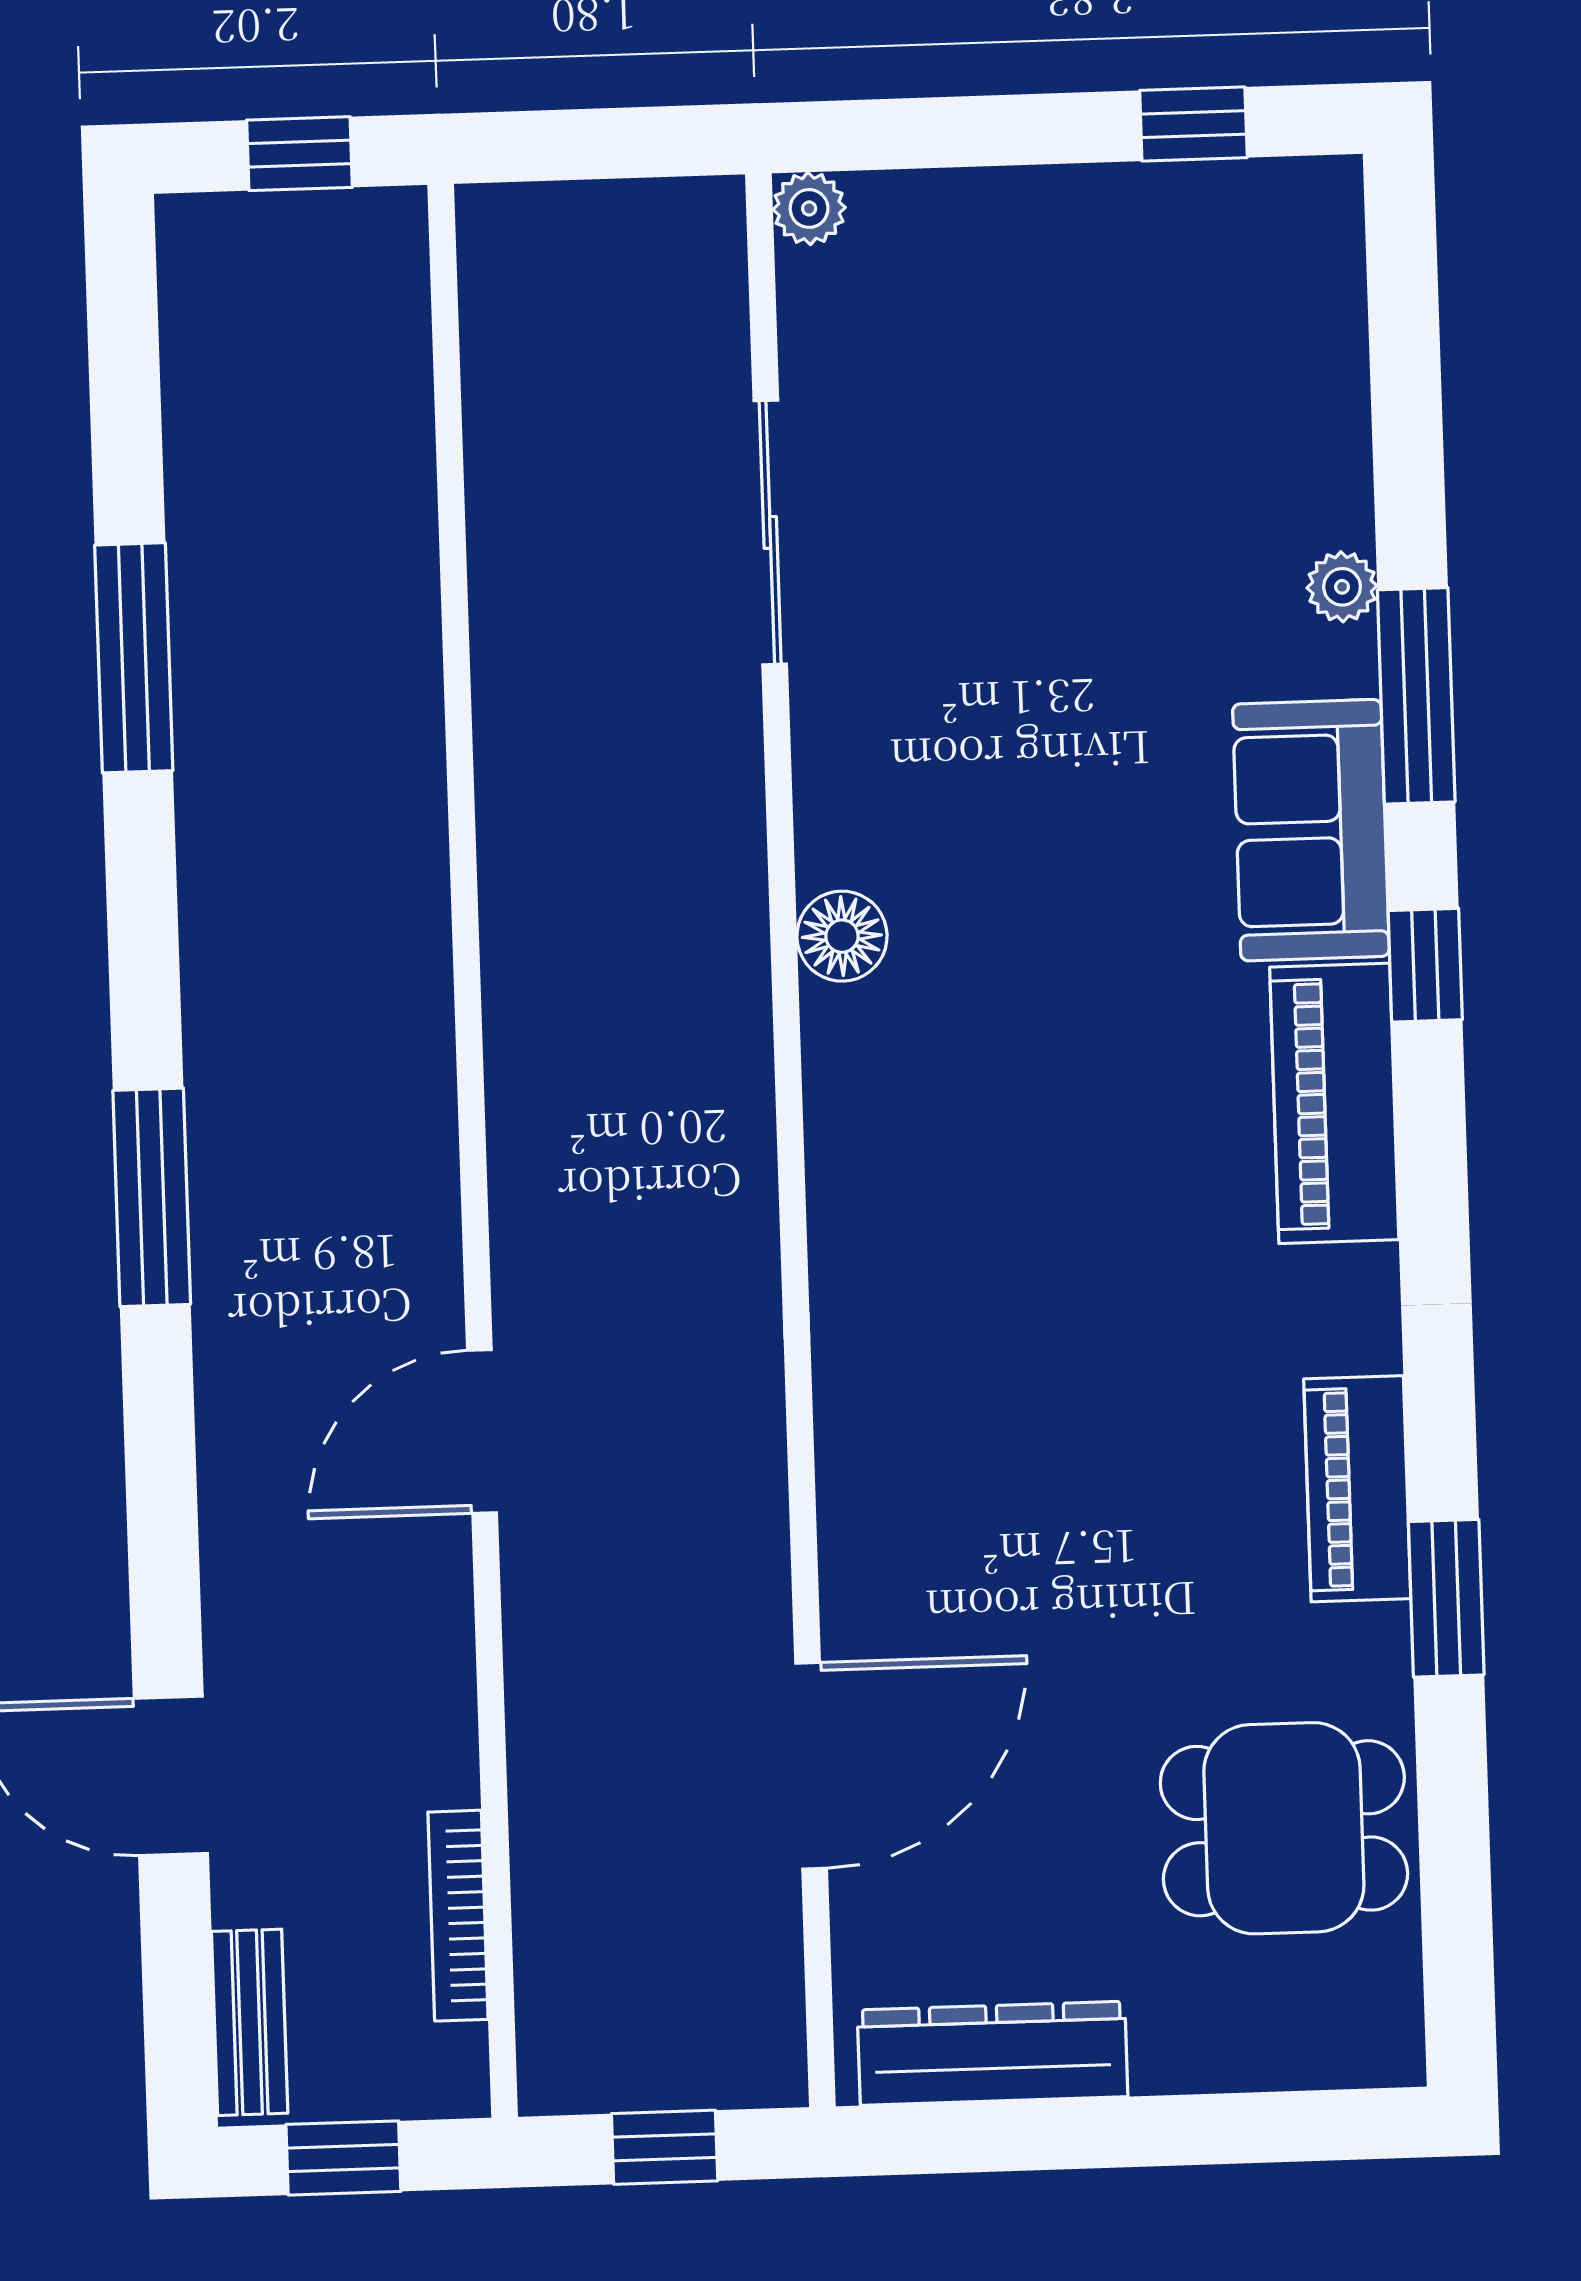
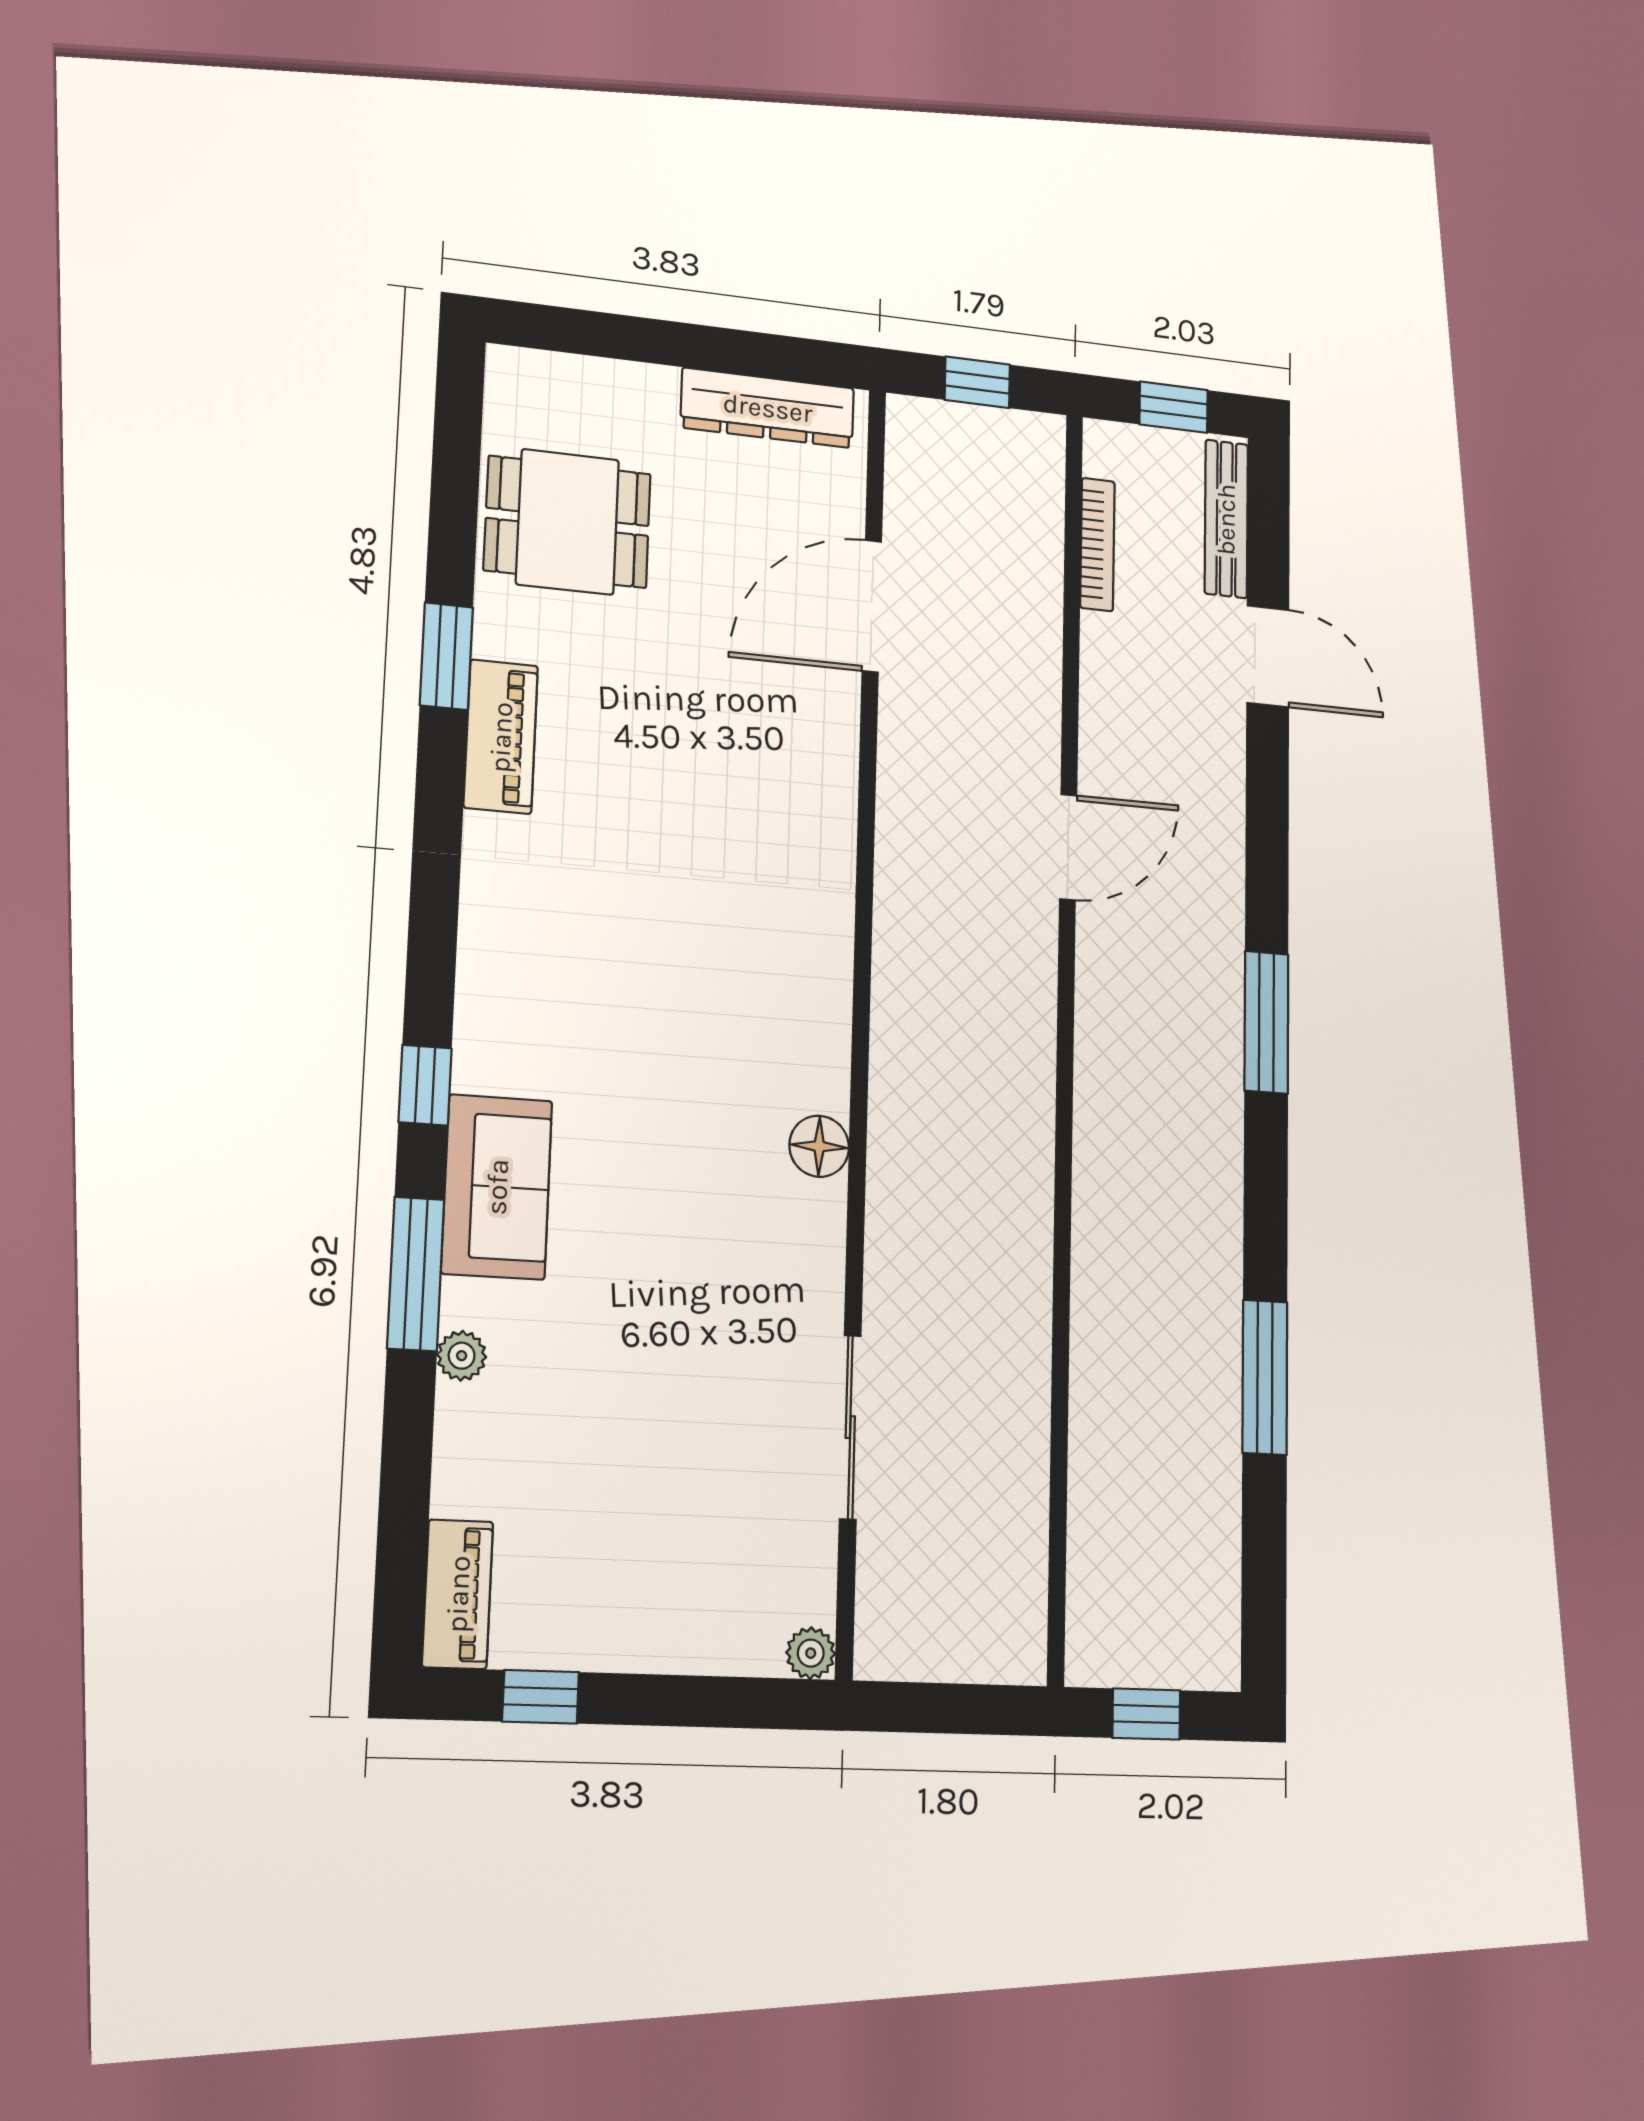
piano: (1334, 1103) -> (458, 1594), moved, width x0.73, depth x0.75
bench: (250, 2022) -> (1226, 519), width x1.36

